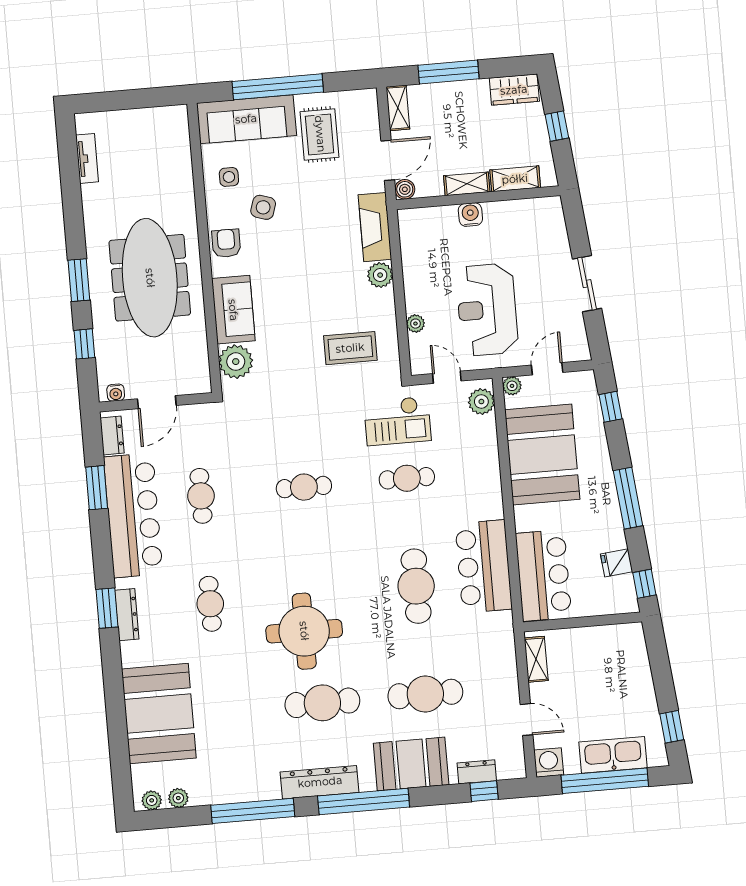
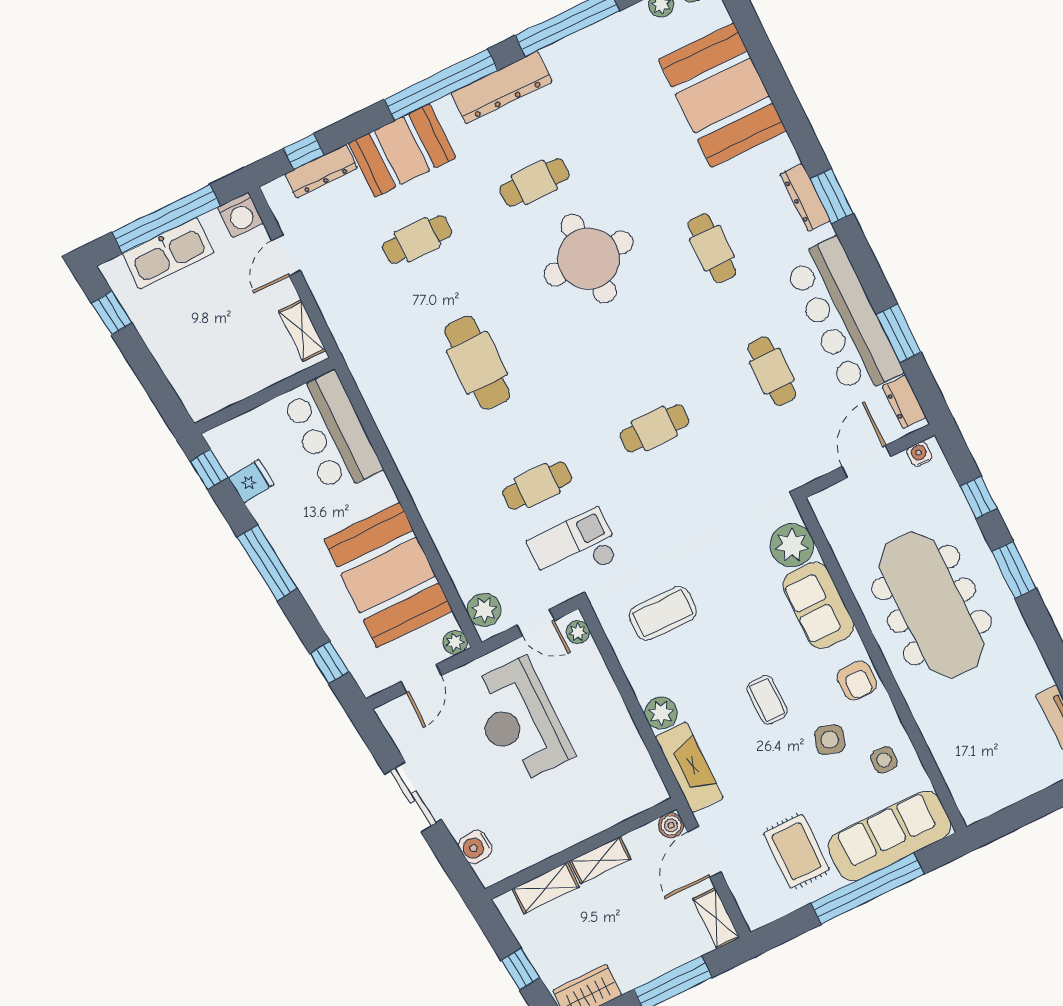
water cooler: (470, 215) -> (475, 847), moved, turned 84
coffee table: (298, 255) -> (767, 700), added
reception desk: (487, 310) -> (519, 721), turned 180
plant: (415, 324) -> (578, 632), moved
bar counter: (484, 566) -> (406, 417), removed
cafe table: (425, 694) -> (417, 240), width x0.73, depth x0.74
cafe table: (322, 703) -> (534, 182), width x0.73, depth x0.74
door: (527, 720) -> (286, 256), hinge flipped
dresser: (477, 772) -> (321, 171), width x1.44

